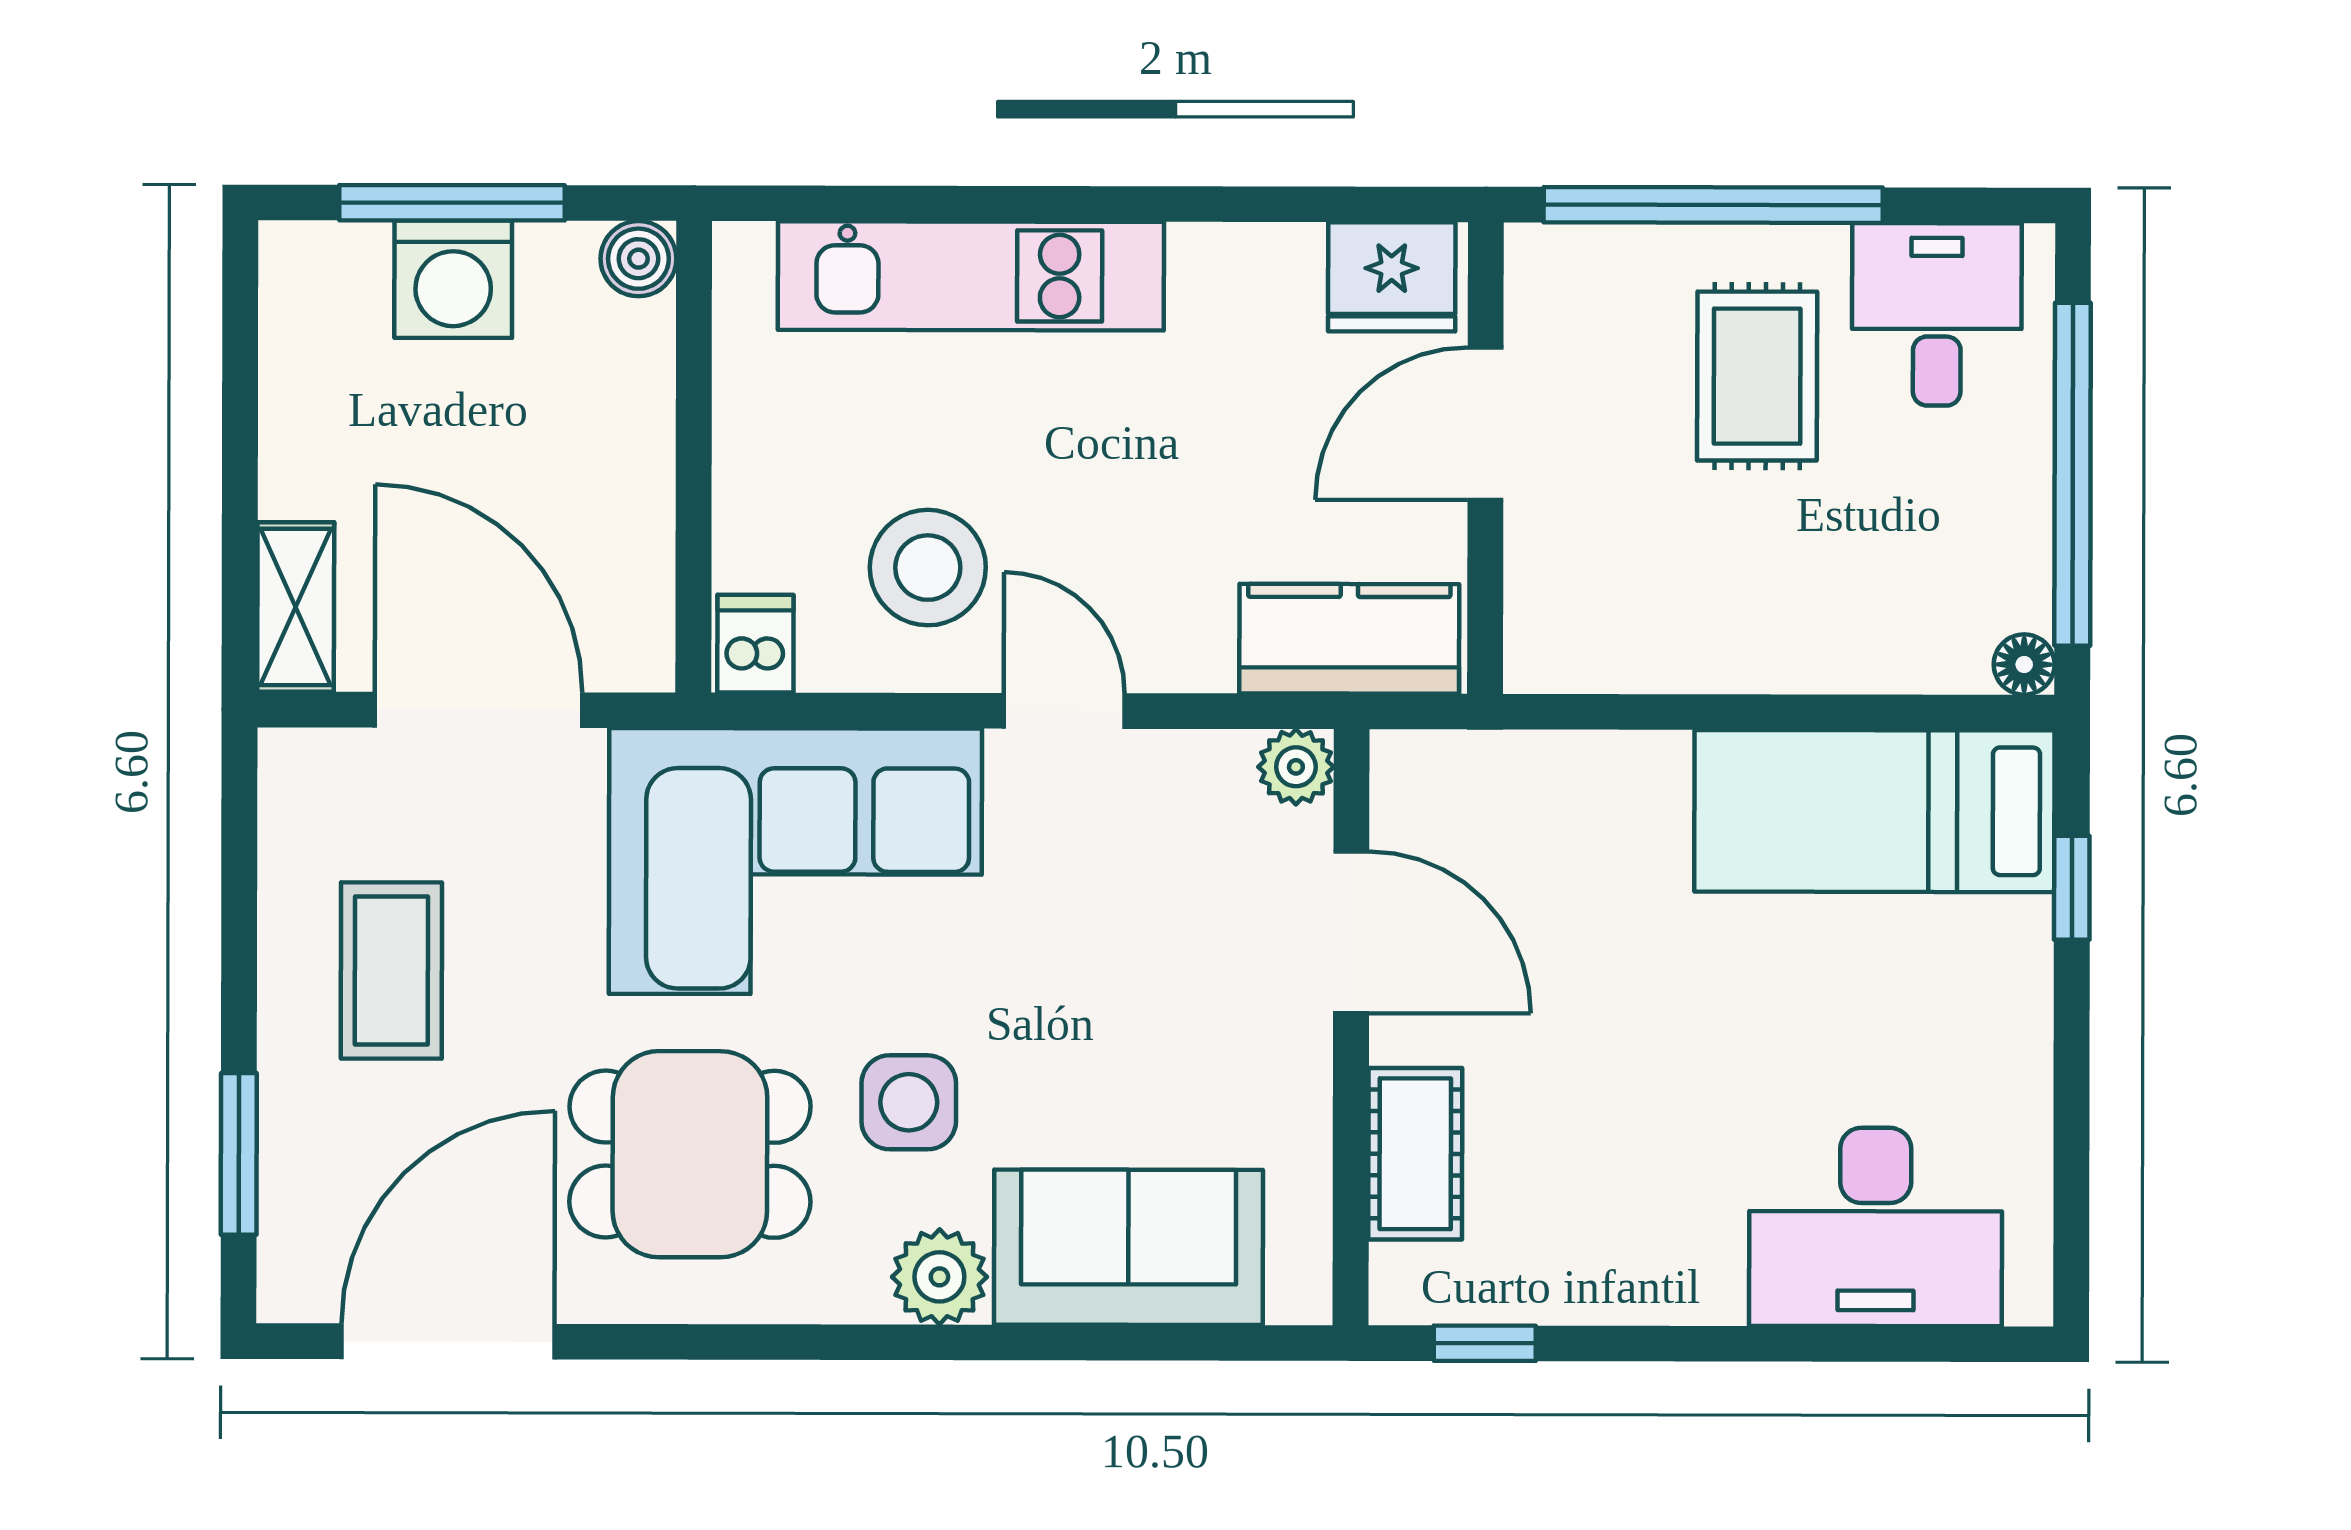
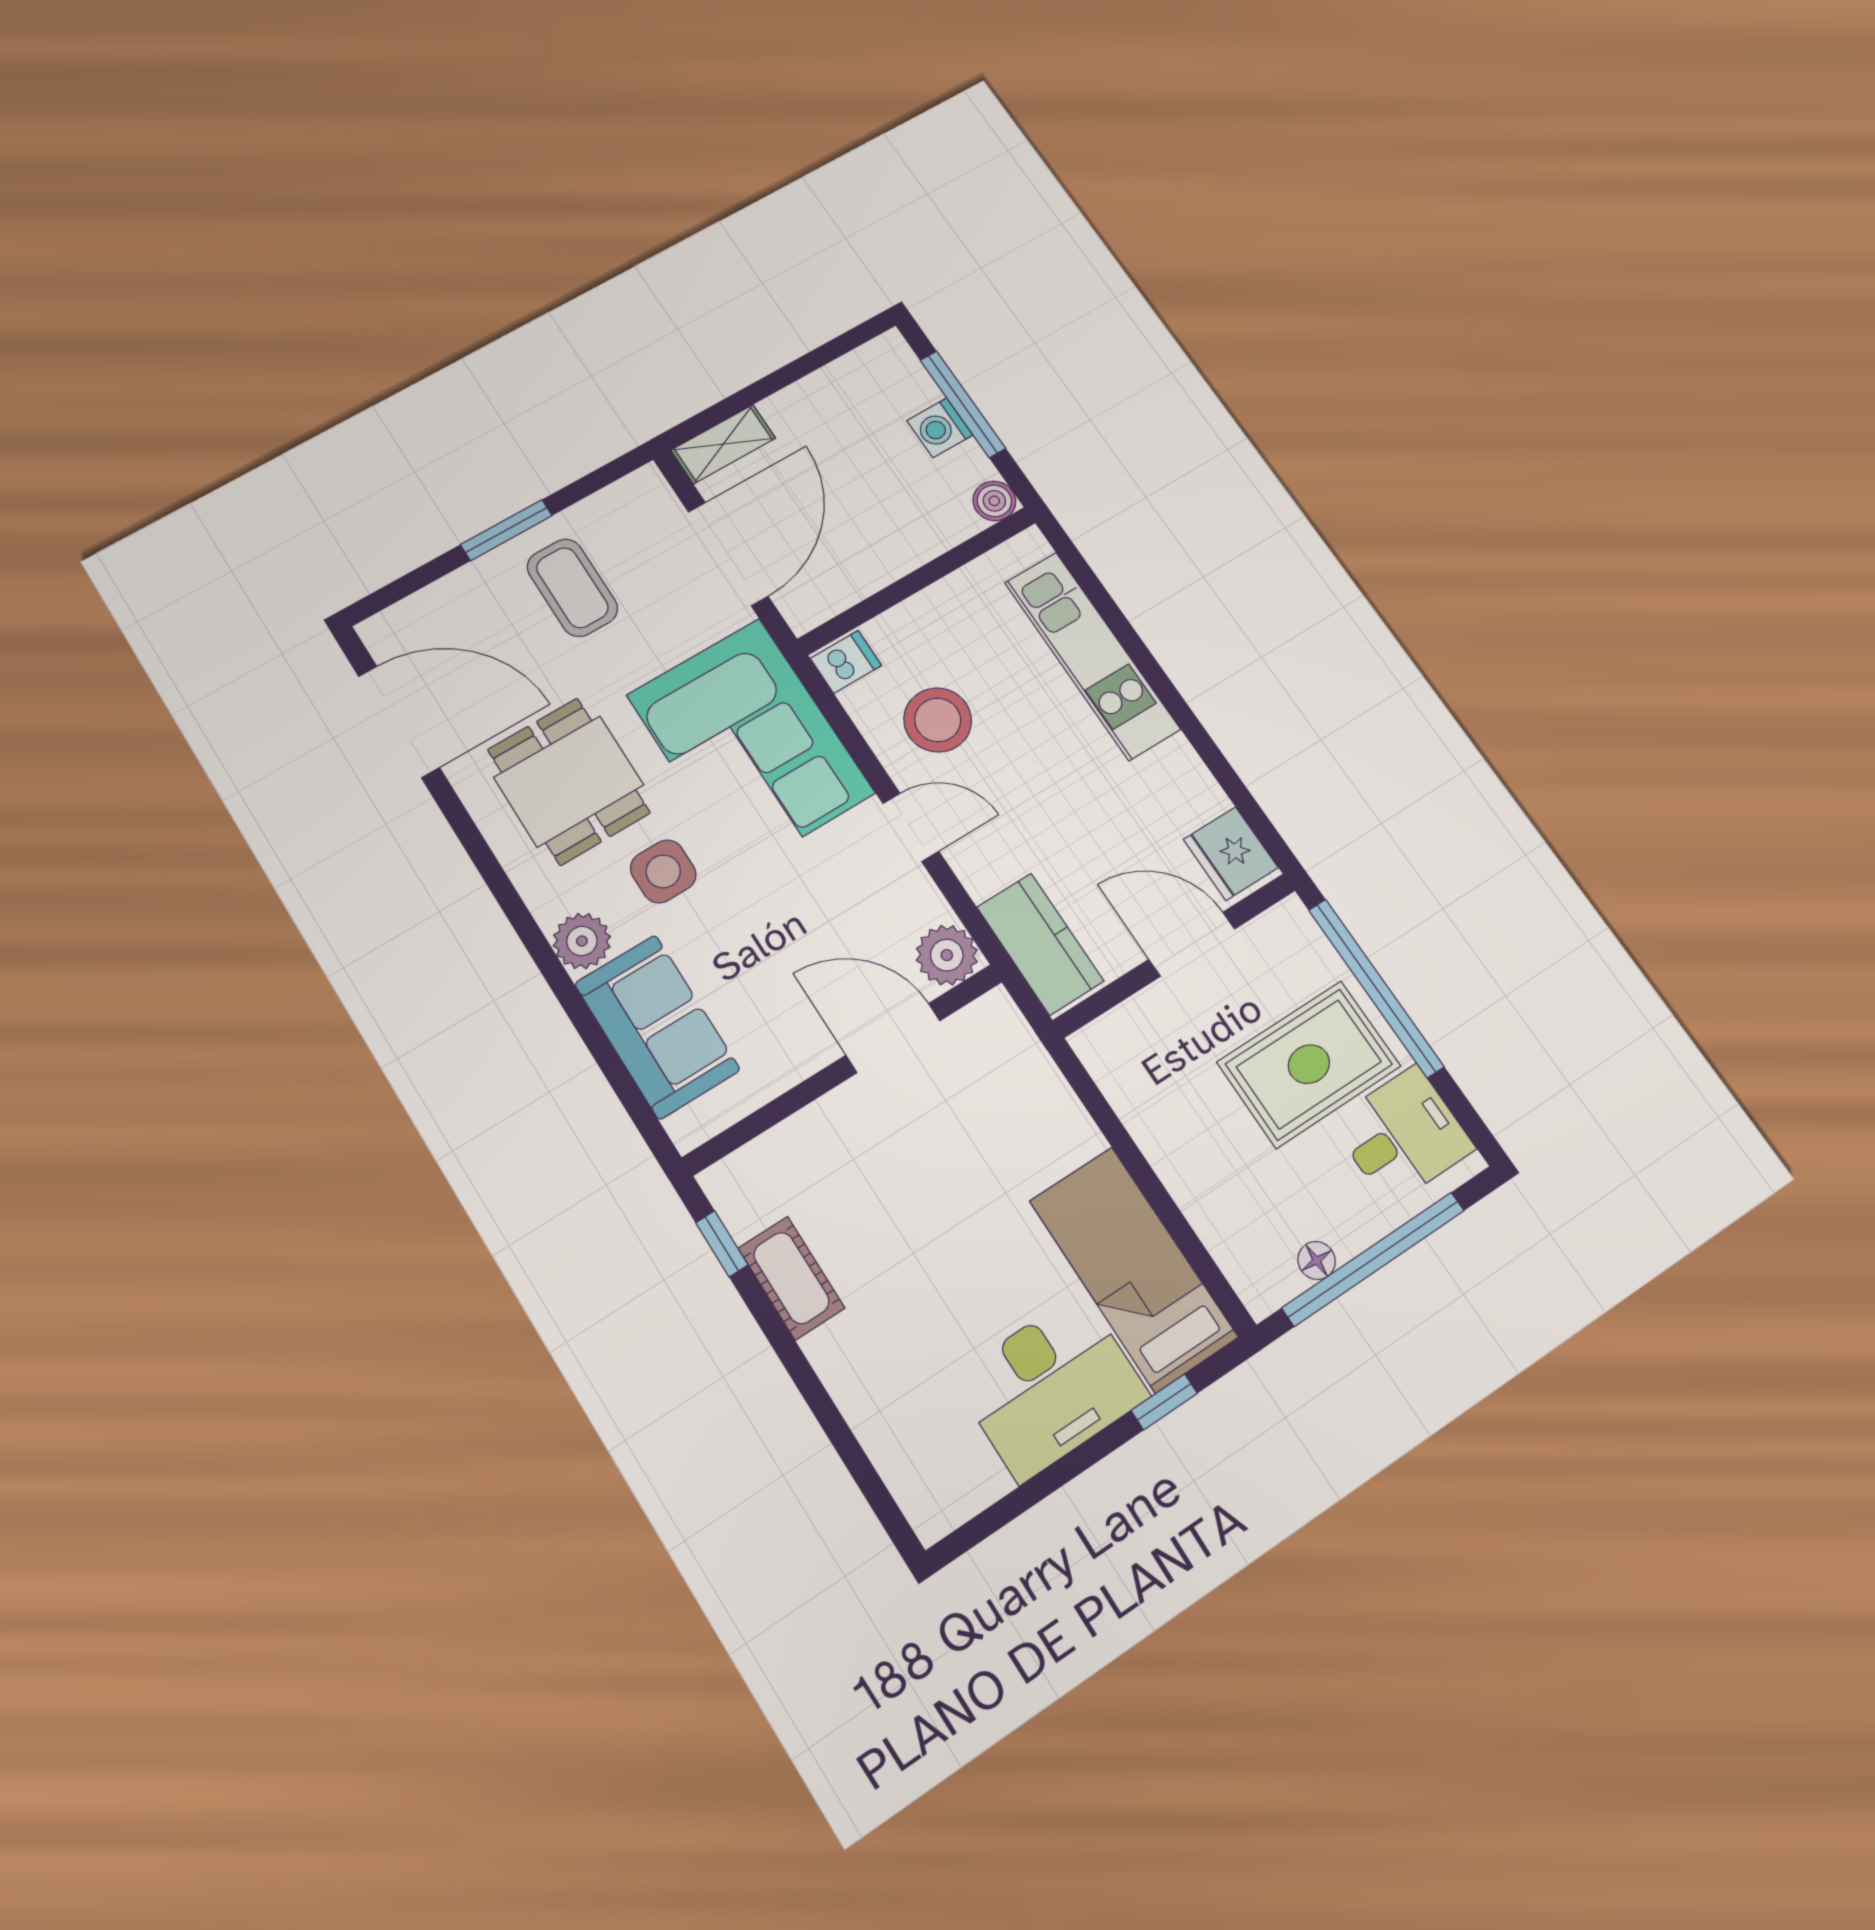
washing machine: (453, 279) -> (940, 428), width x0.73, depth x0.73
rug: (1757, 376) -> (1309, 1064), width x1.36, depth x1.43
floor lamp: (2024, 664) -> (1317, 1260), moved
door: (1064, 711) -> (911, 827), hinge flipped
plant: (1296, 767) -> (947, 955), width x1.38, depth x1.38
door: (1351, 932) -> (893, 1038), swing flipped
coffee table: (391, 971) -> (572, 588), turned 90
window: (239, 1154) -> (506, 530), moved
cot: (1415, 1154) -> (791, 1278), moved, turned 90
desk: (1876, 1227) -> (1051, 1387), moved, turned -90

